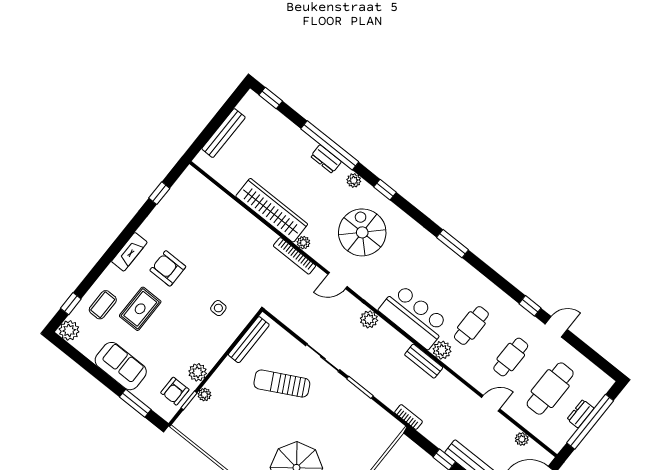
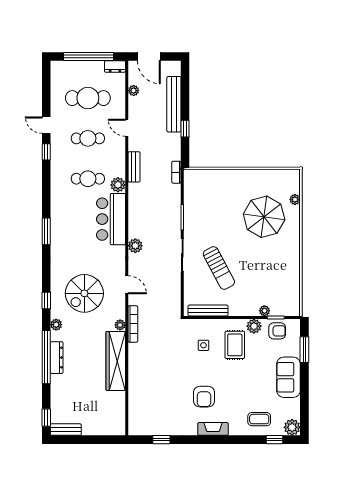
bench: (224, 133) -> (66, 430), moved, width x0.73
dresser: (326, 159) -> (57, 358), width x1.44
rug: (140, 309) -> (235, 345), moved, turned 90
bench: (424, 361) -> (134, 167), moved
dresser: (580, 414) -> (115, 67), moved

